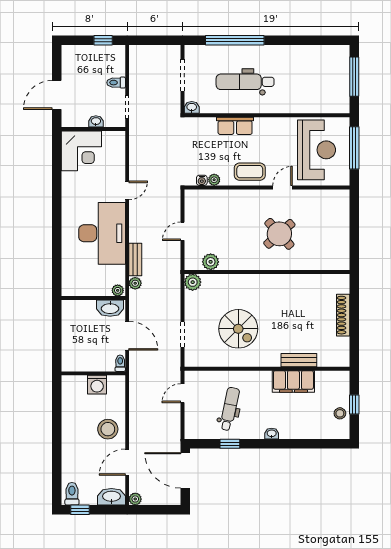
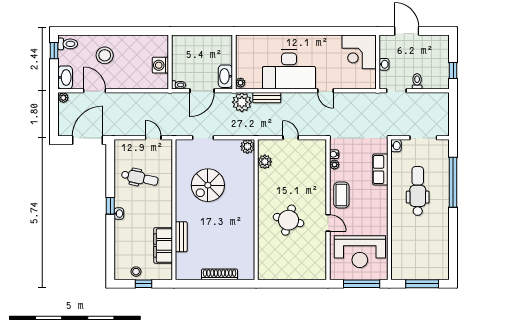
row of seats: (235, 126) -> (380, 170), moved
round table: (279, 234) -> (289, 220), turned -33
plant: (135, 283) -> (242, 102), width x1.88, depth x1.88
filing cabinet: (293, 381) -> (163, 245), moved
stool: (108, 429) -> (105, 55), moved
window: (230, 444) -> (110, 206), moved

